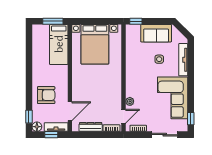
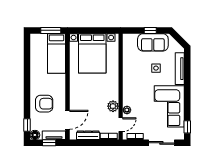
window: (136, 21) -> (150, 30), moved
plant: (116, 98) -> (113, 106), added

